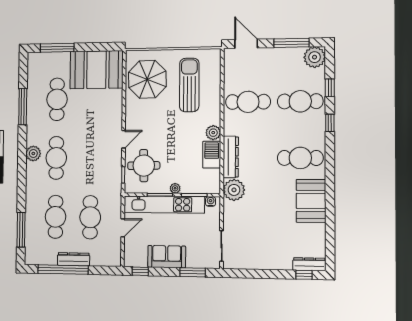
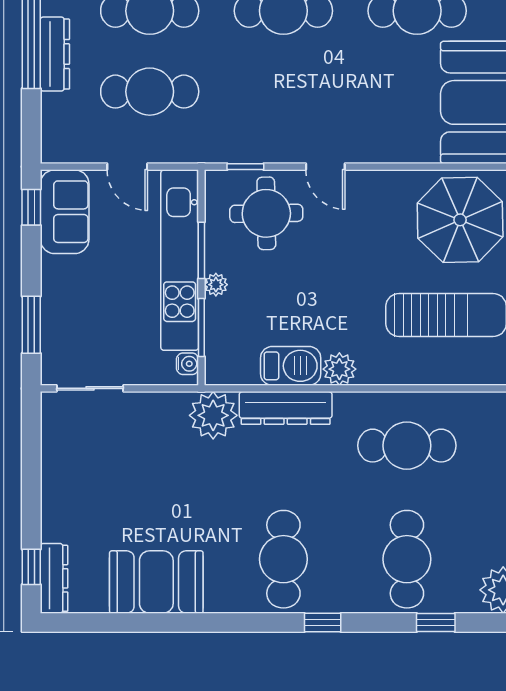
cafe table: (248, 102) -> (407, 446), turned 90
window: (330, 123) -> (323, 622), moved
booth: (311, 201) -> (156, 582), moved
sofa: (167, 257) -> (65, 212), moved

